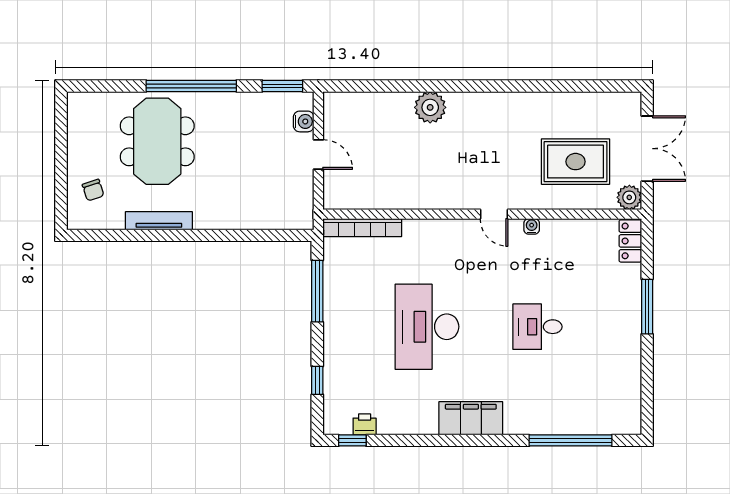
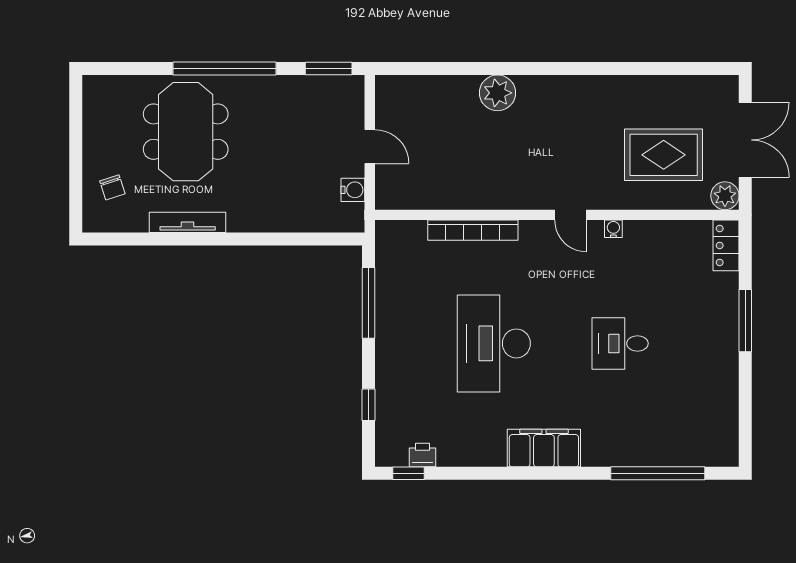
water cooler: (304, 121) -> (353, 190), moved
bookcase: (362, 228) -> (473, 230), moved

